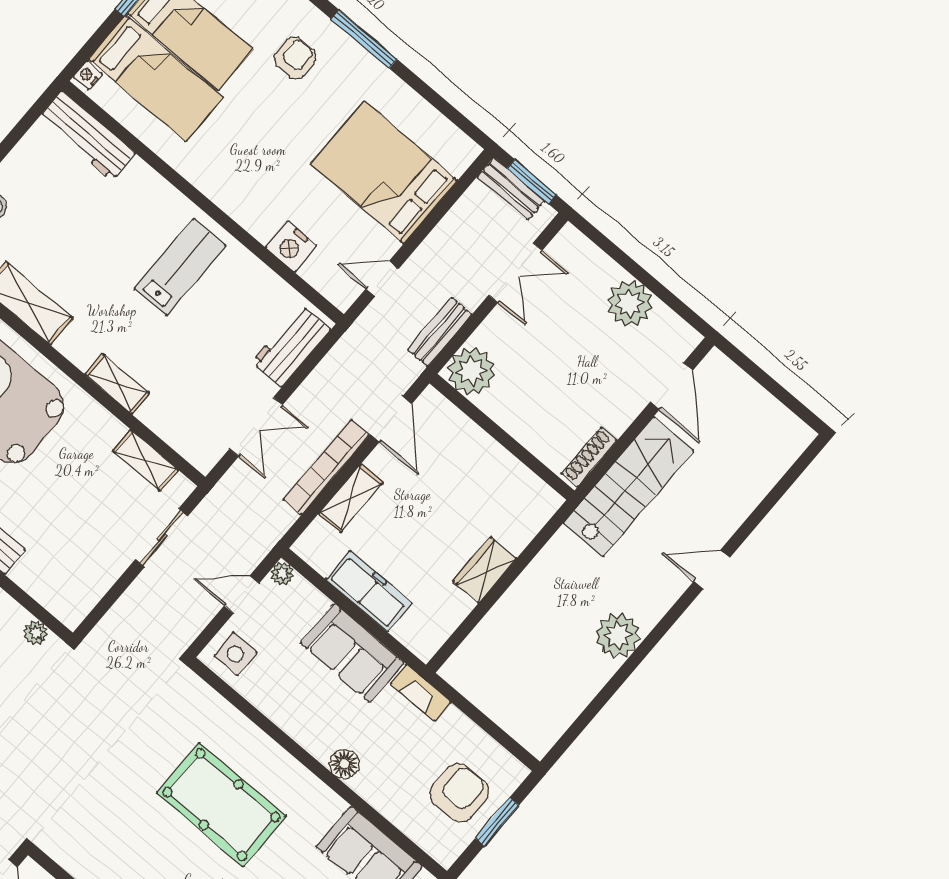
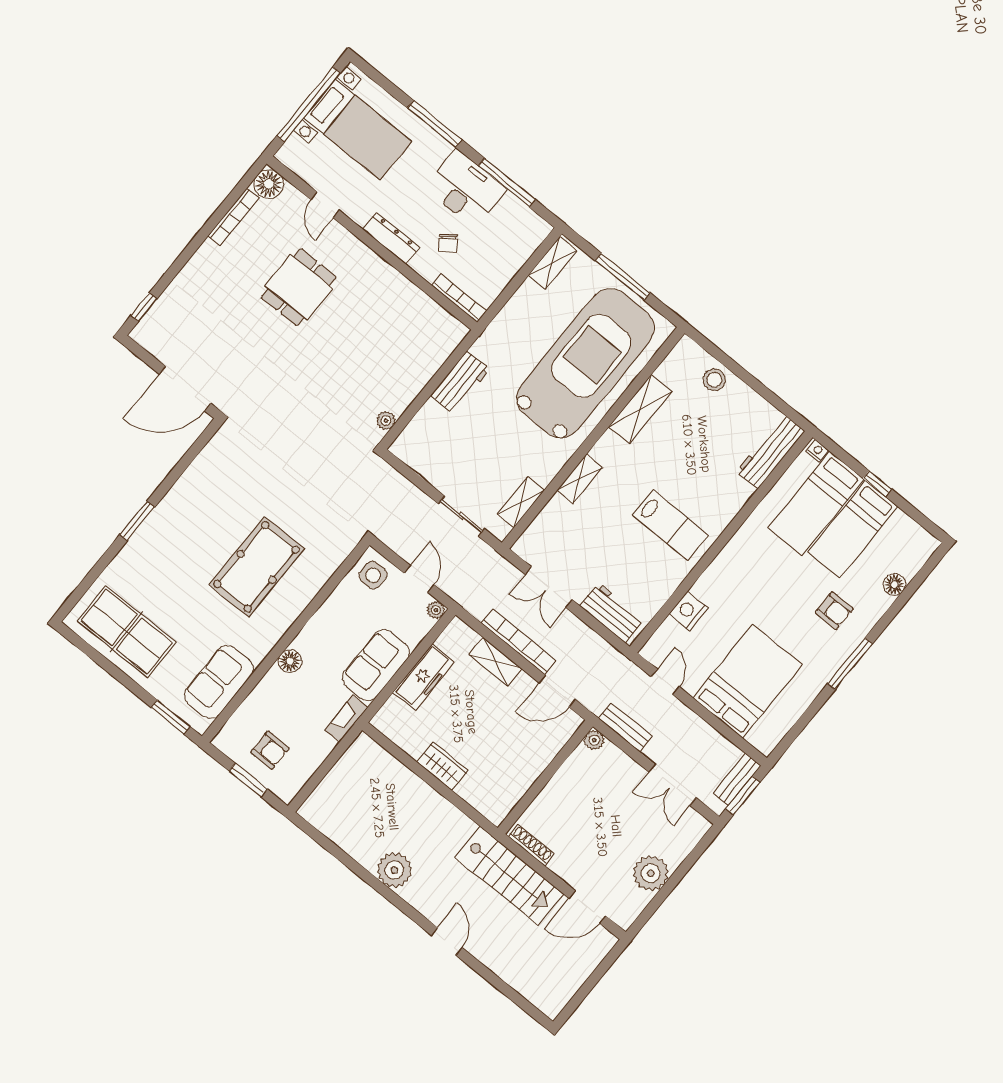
plant: (471, 371) -> (594, 740), width x0.53, depth x0.53
armchair: (459, 793) -> (270, 750), width x0.72, depth x0.72

